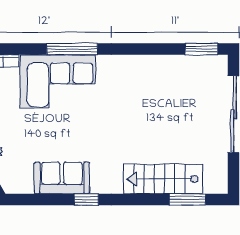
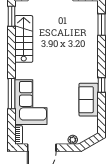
stairs: (163, 179) -> (24, 39), moved, turned 180

